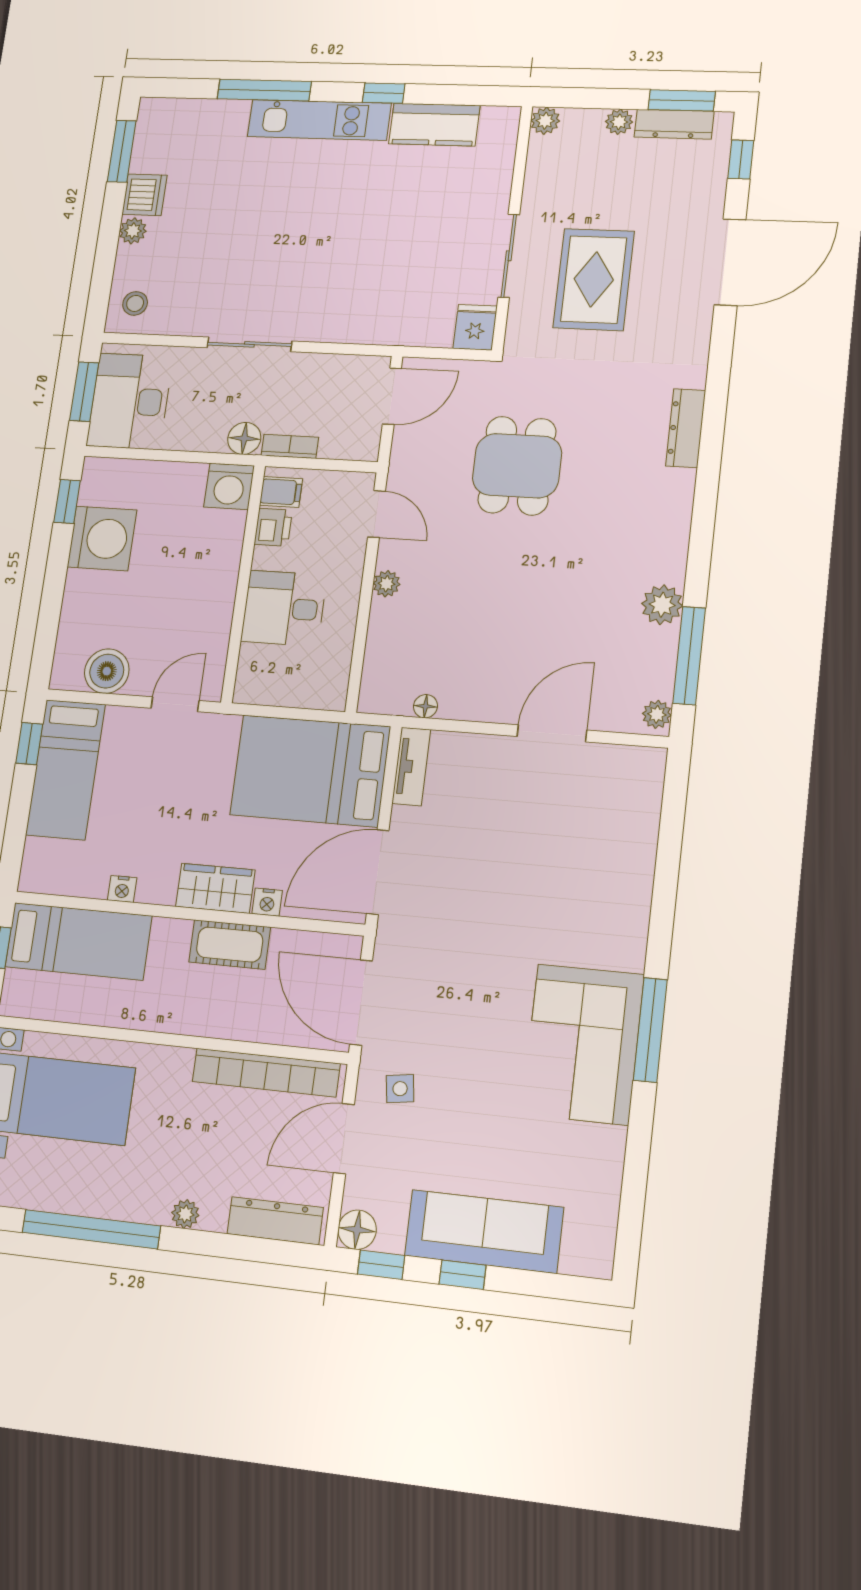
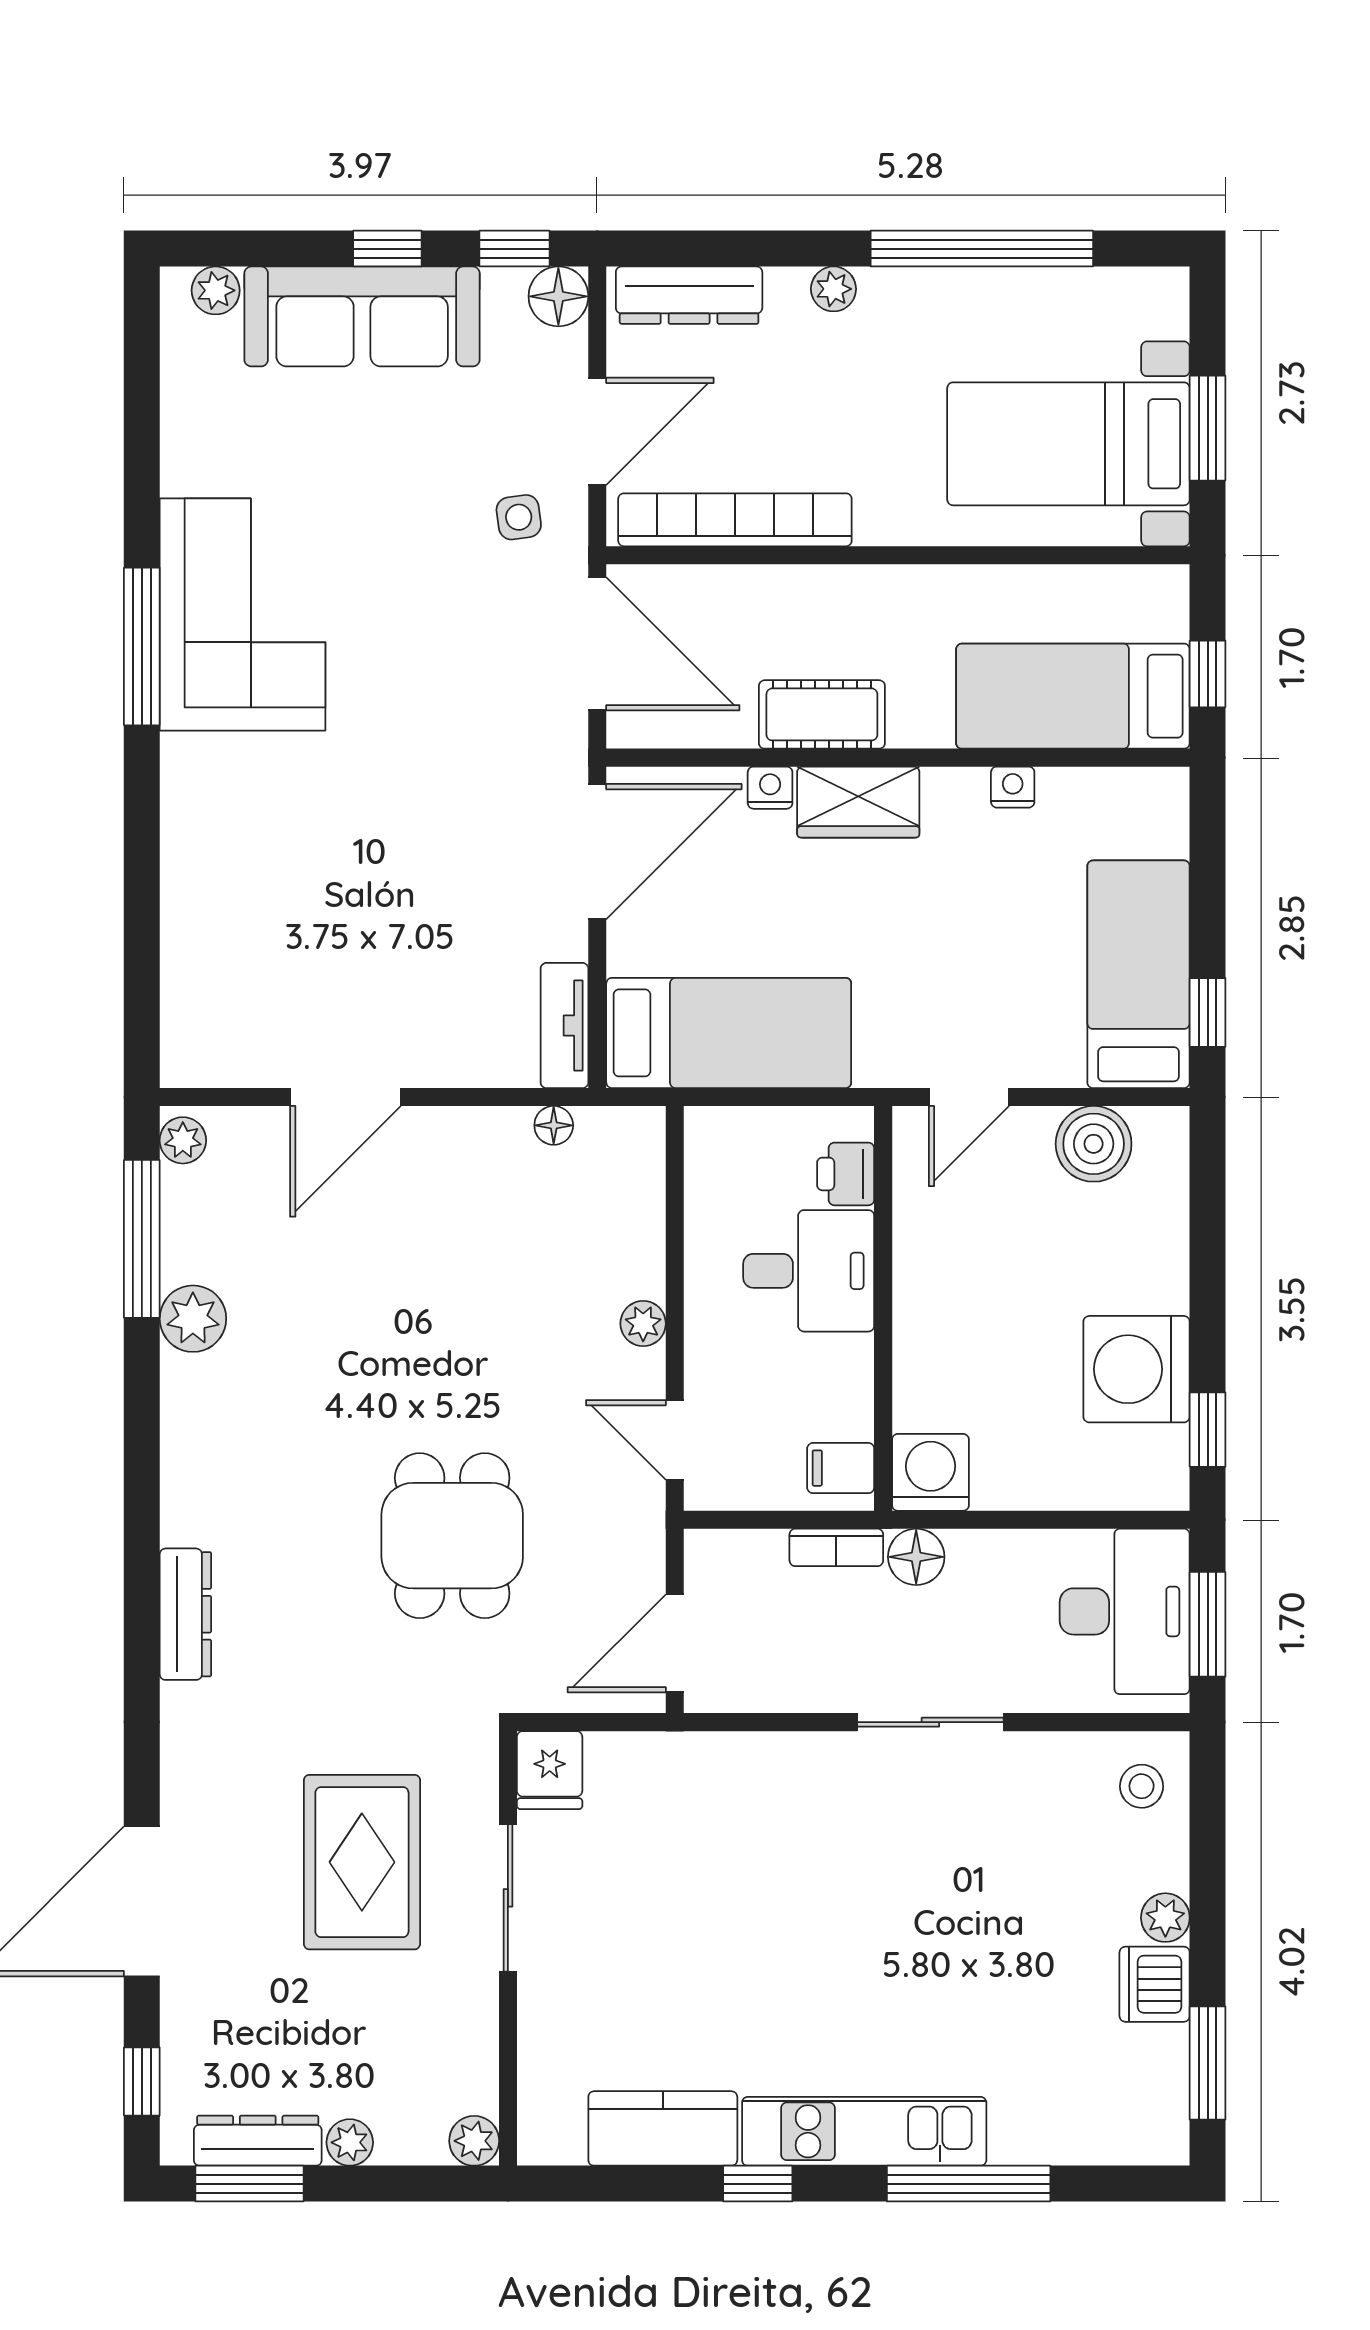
printer: (273, 527) -> (846, 1174), moved
bed: (310, 771) -> (729, 1033), width x0.67
plant: (577, 1260) -> (216, 290), added

